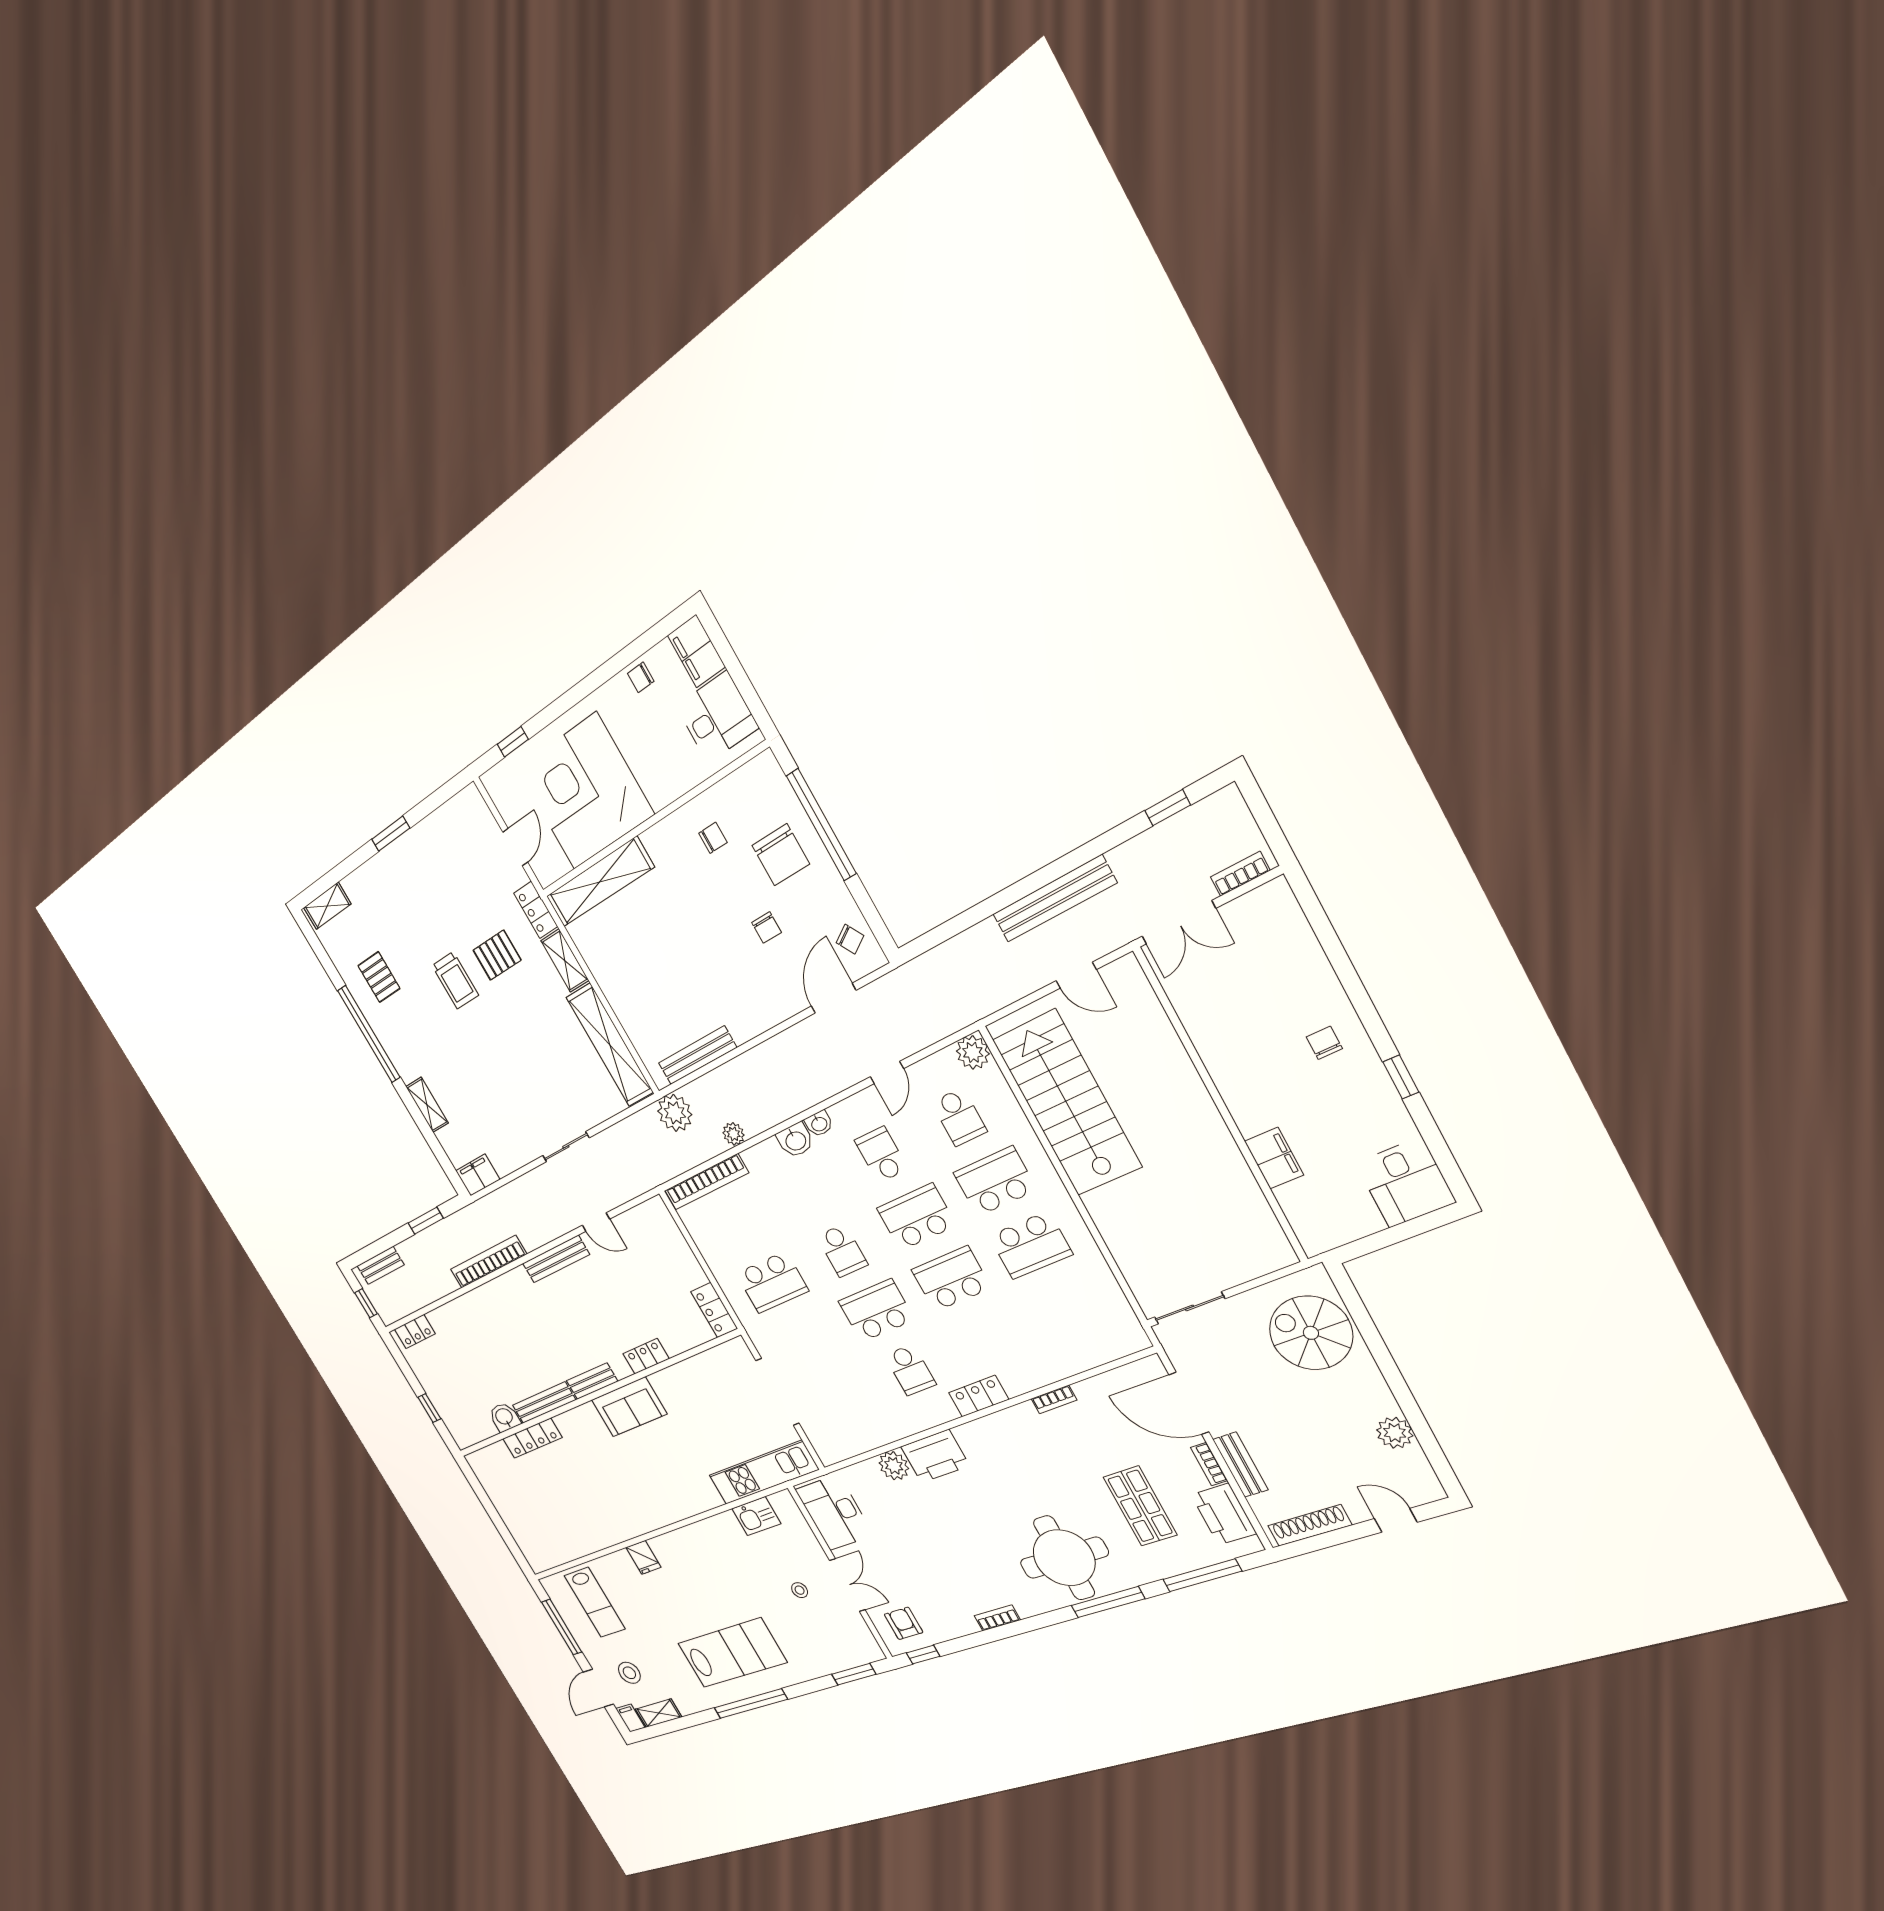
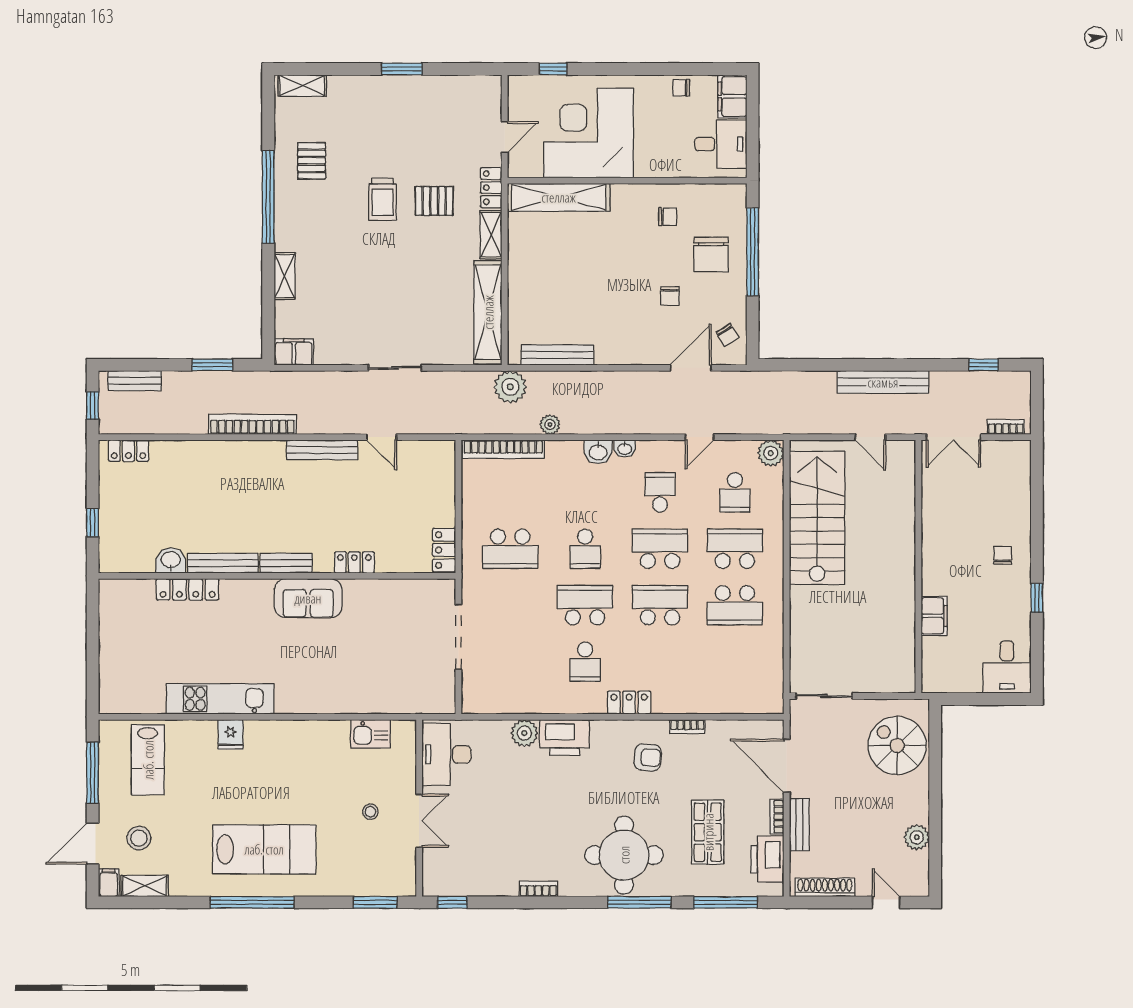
kitchen unit: (763, 1472) -> (220, 699), moved
armchair: (904, 1623) -> (648, 757), moved, turned 95

